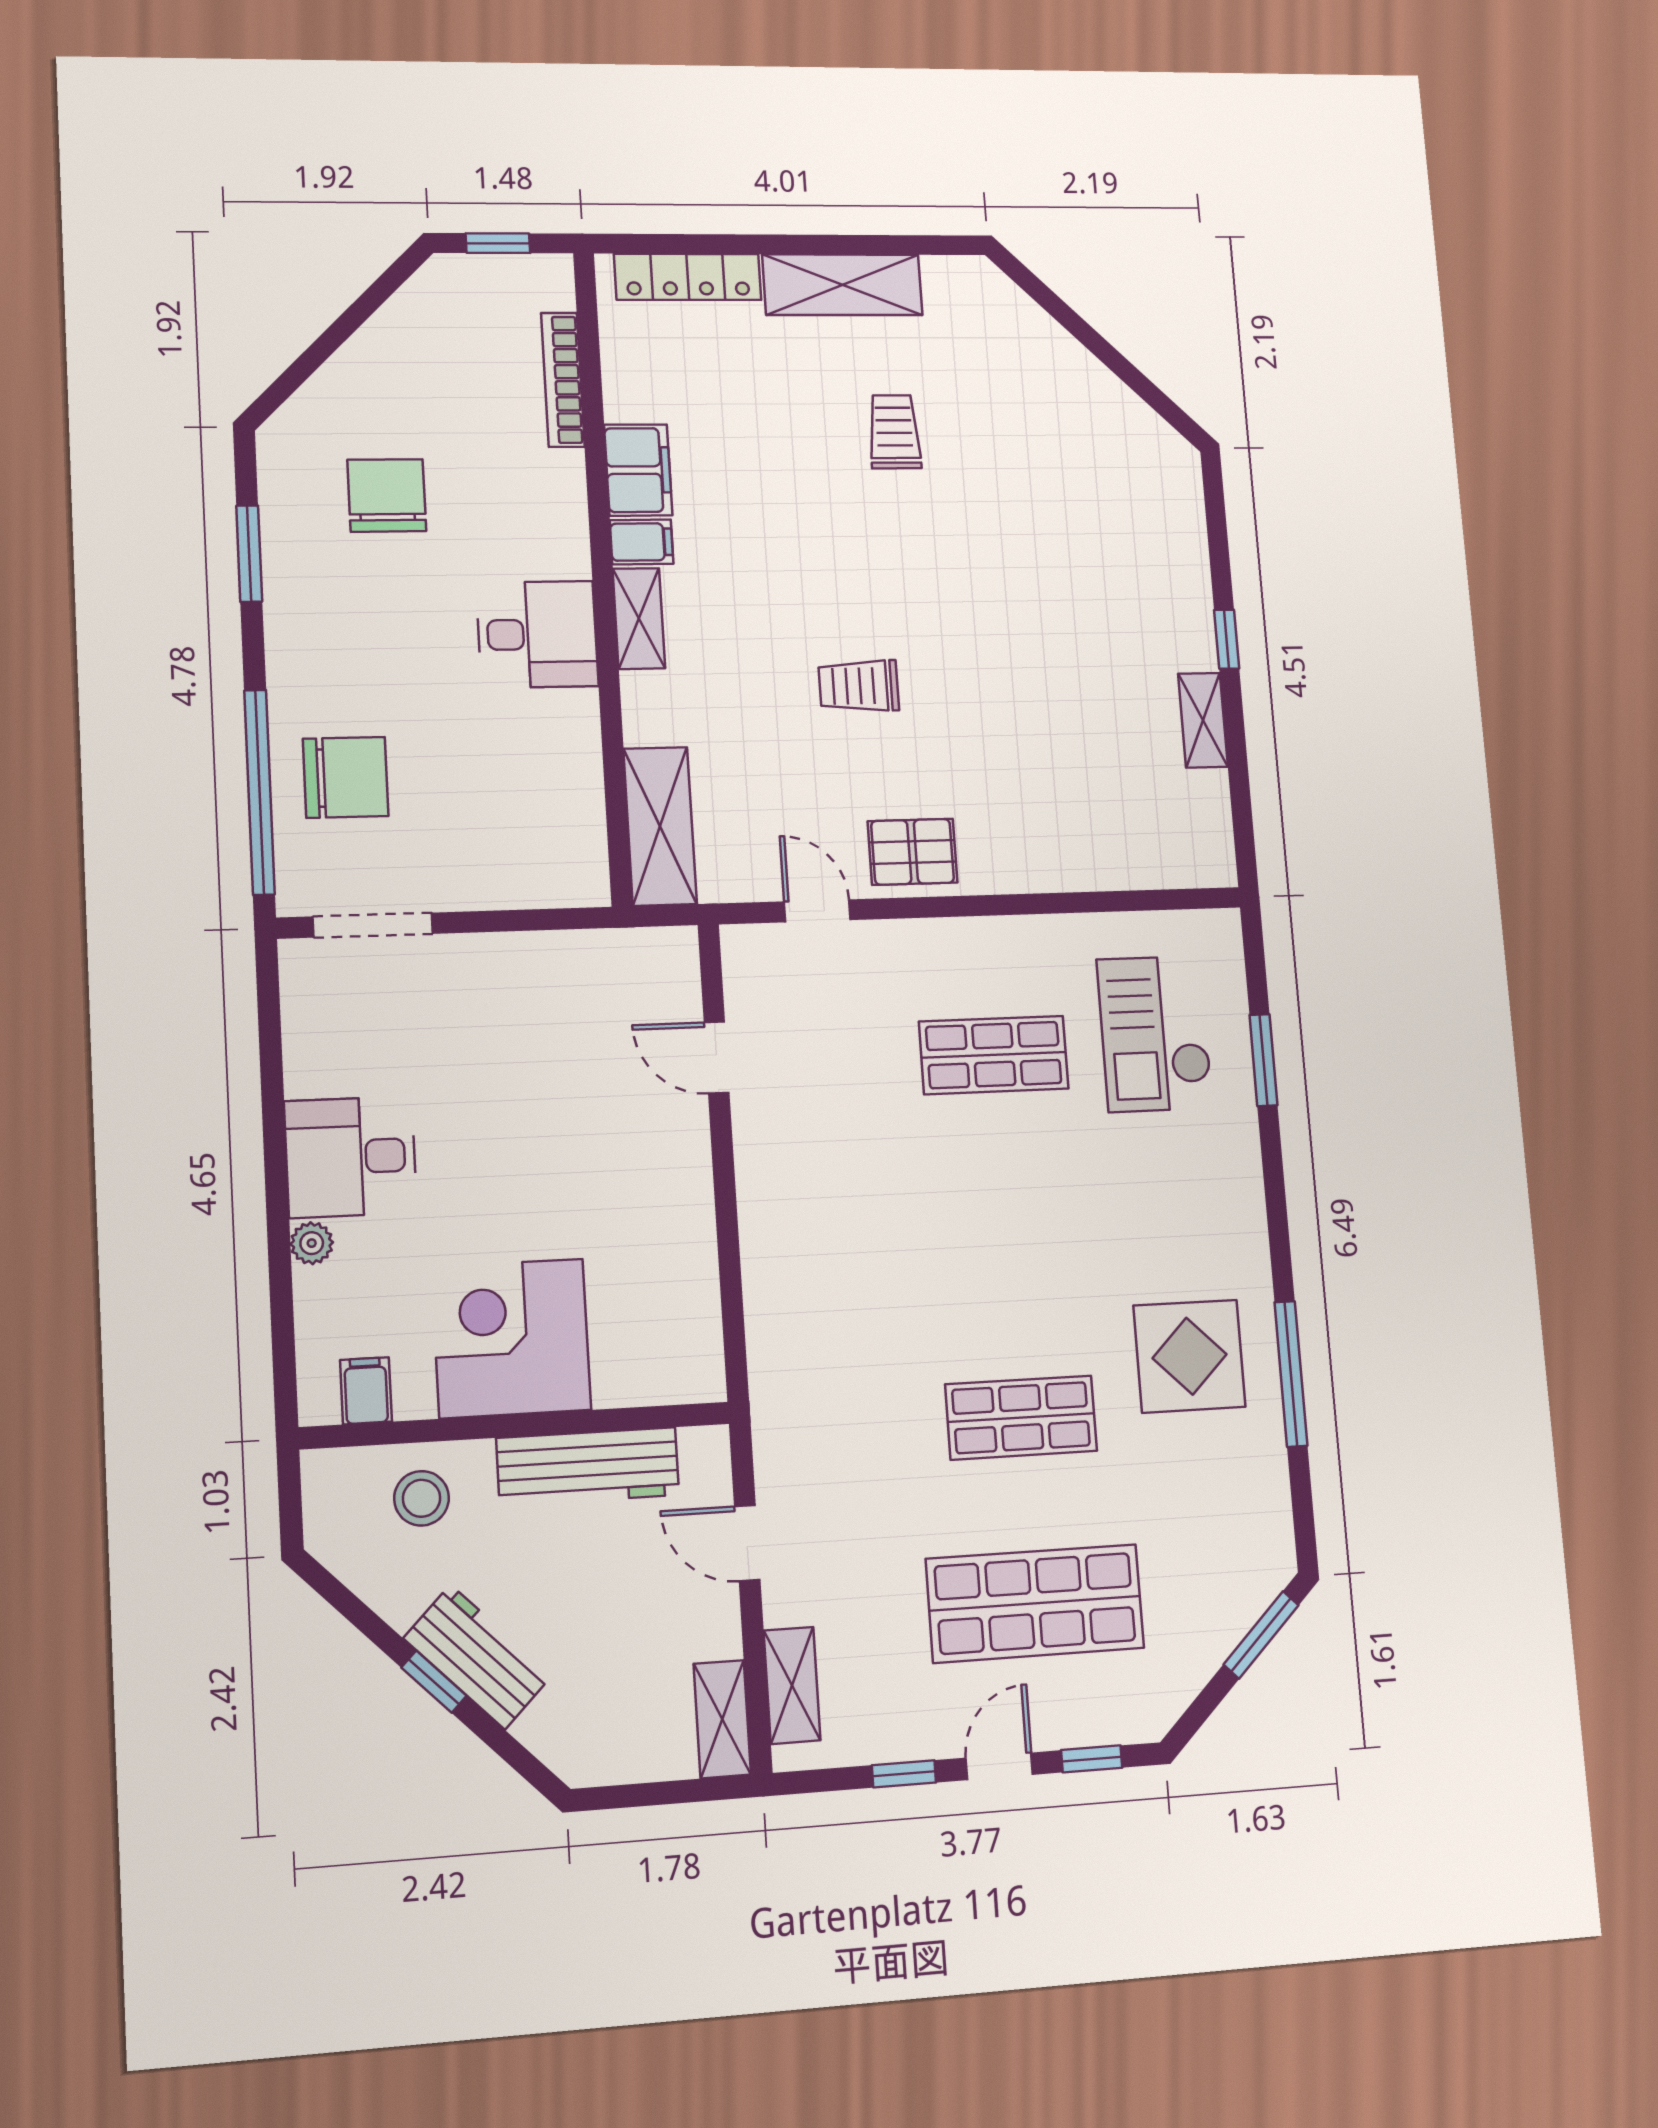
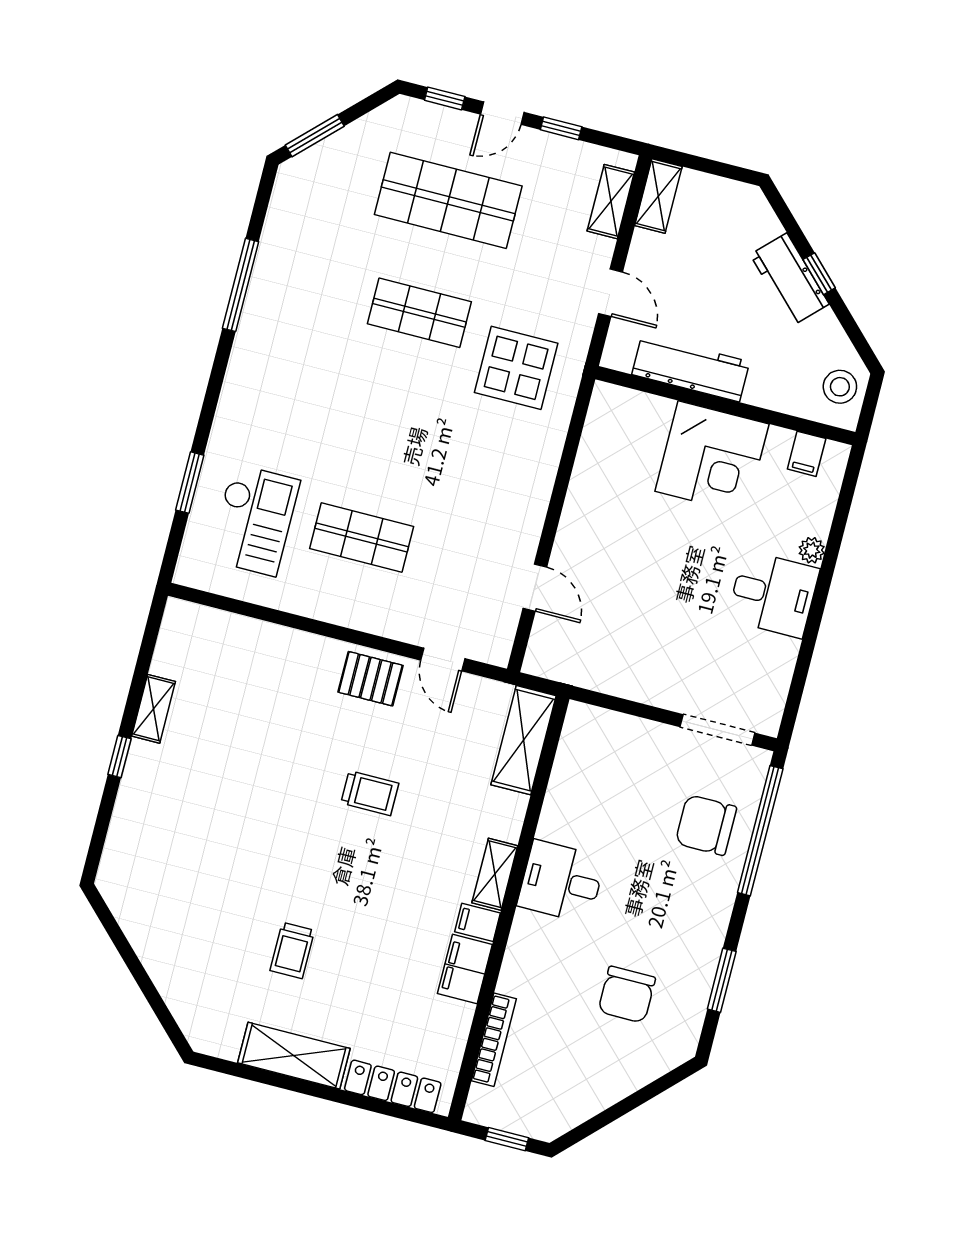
display table: (1189, 1356) -> (516, 368), moved
stool: (422, 1498) -> (840, 387), moved

